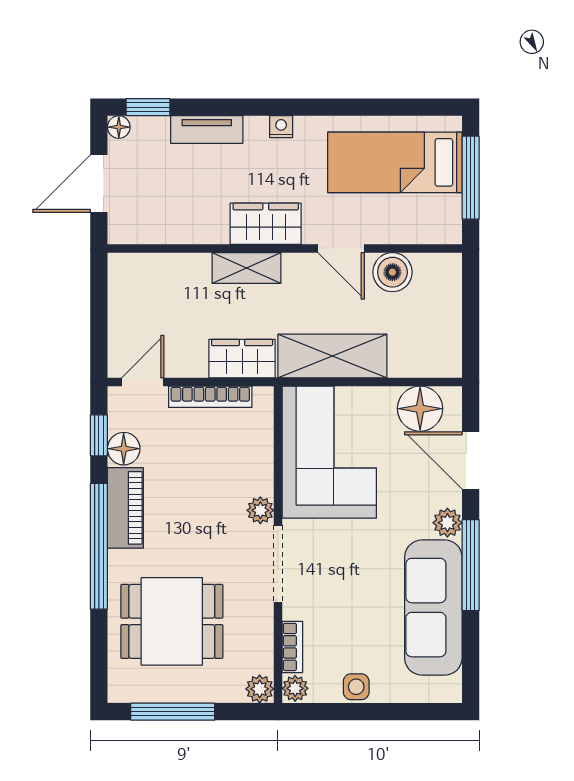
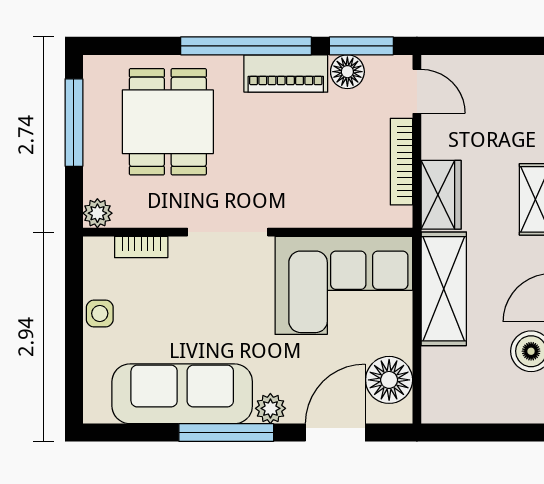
window: (99, 435) -> (361, 46), width x1.50
plant: (260, 510) -> (283, 214), removed
plant: (295, 688) -> (98, 250), removed

